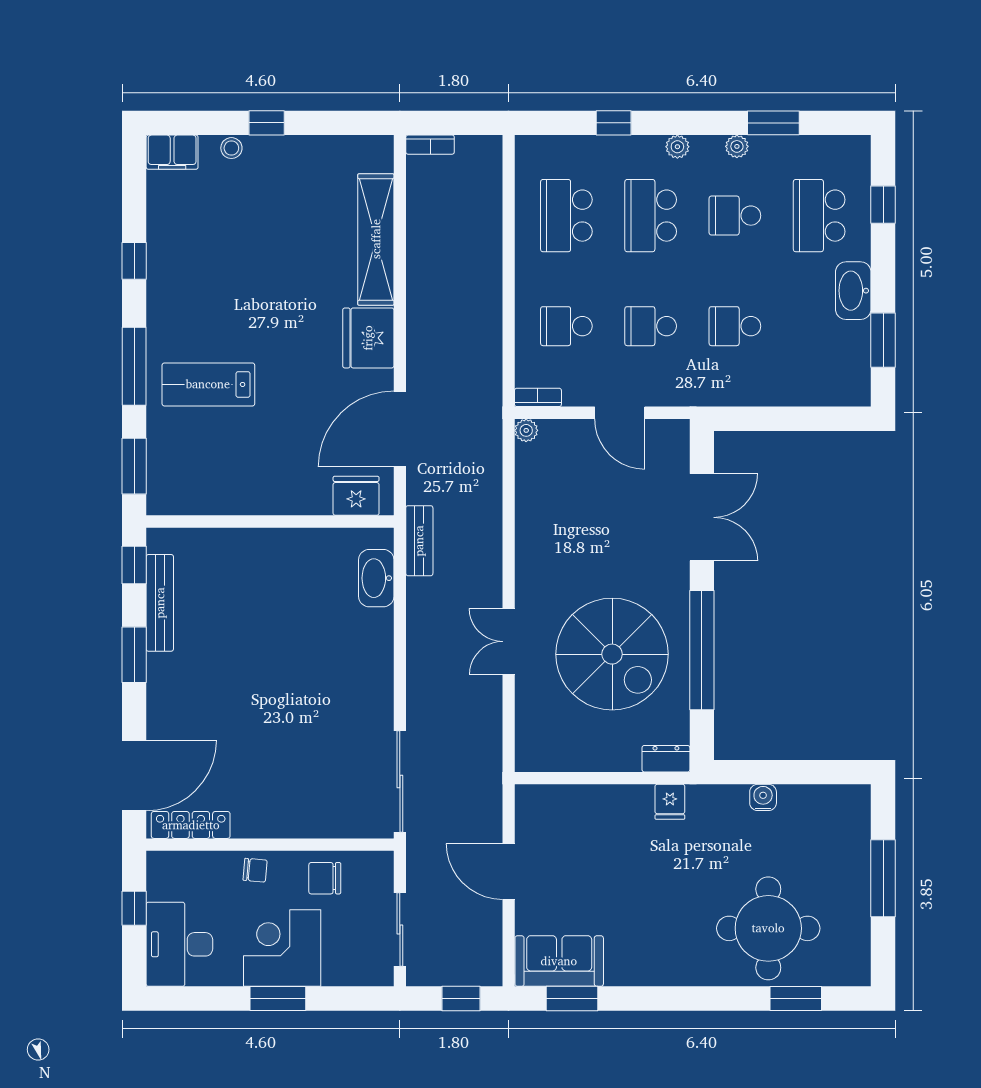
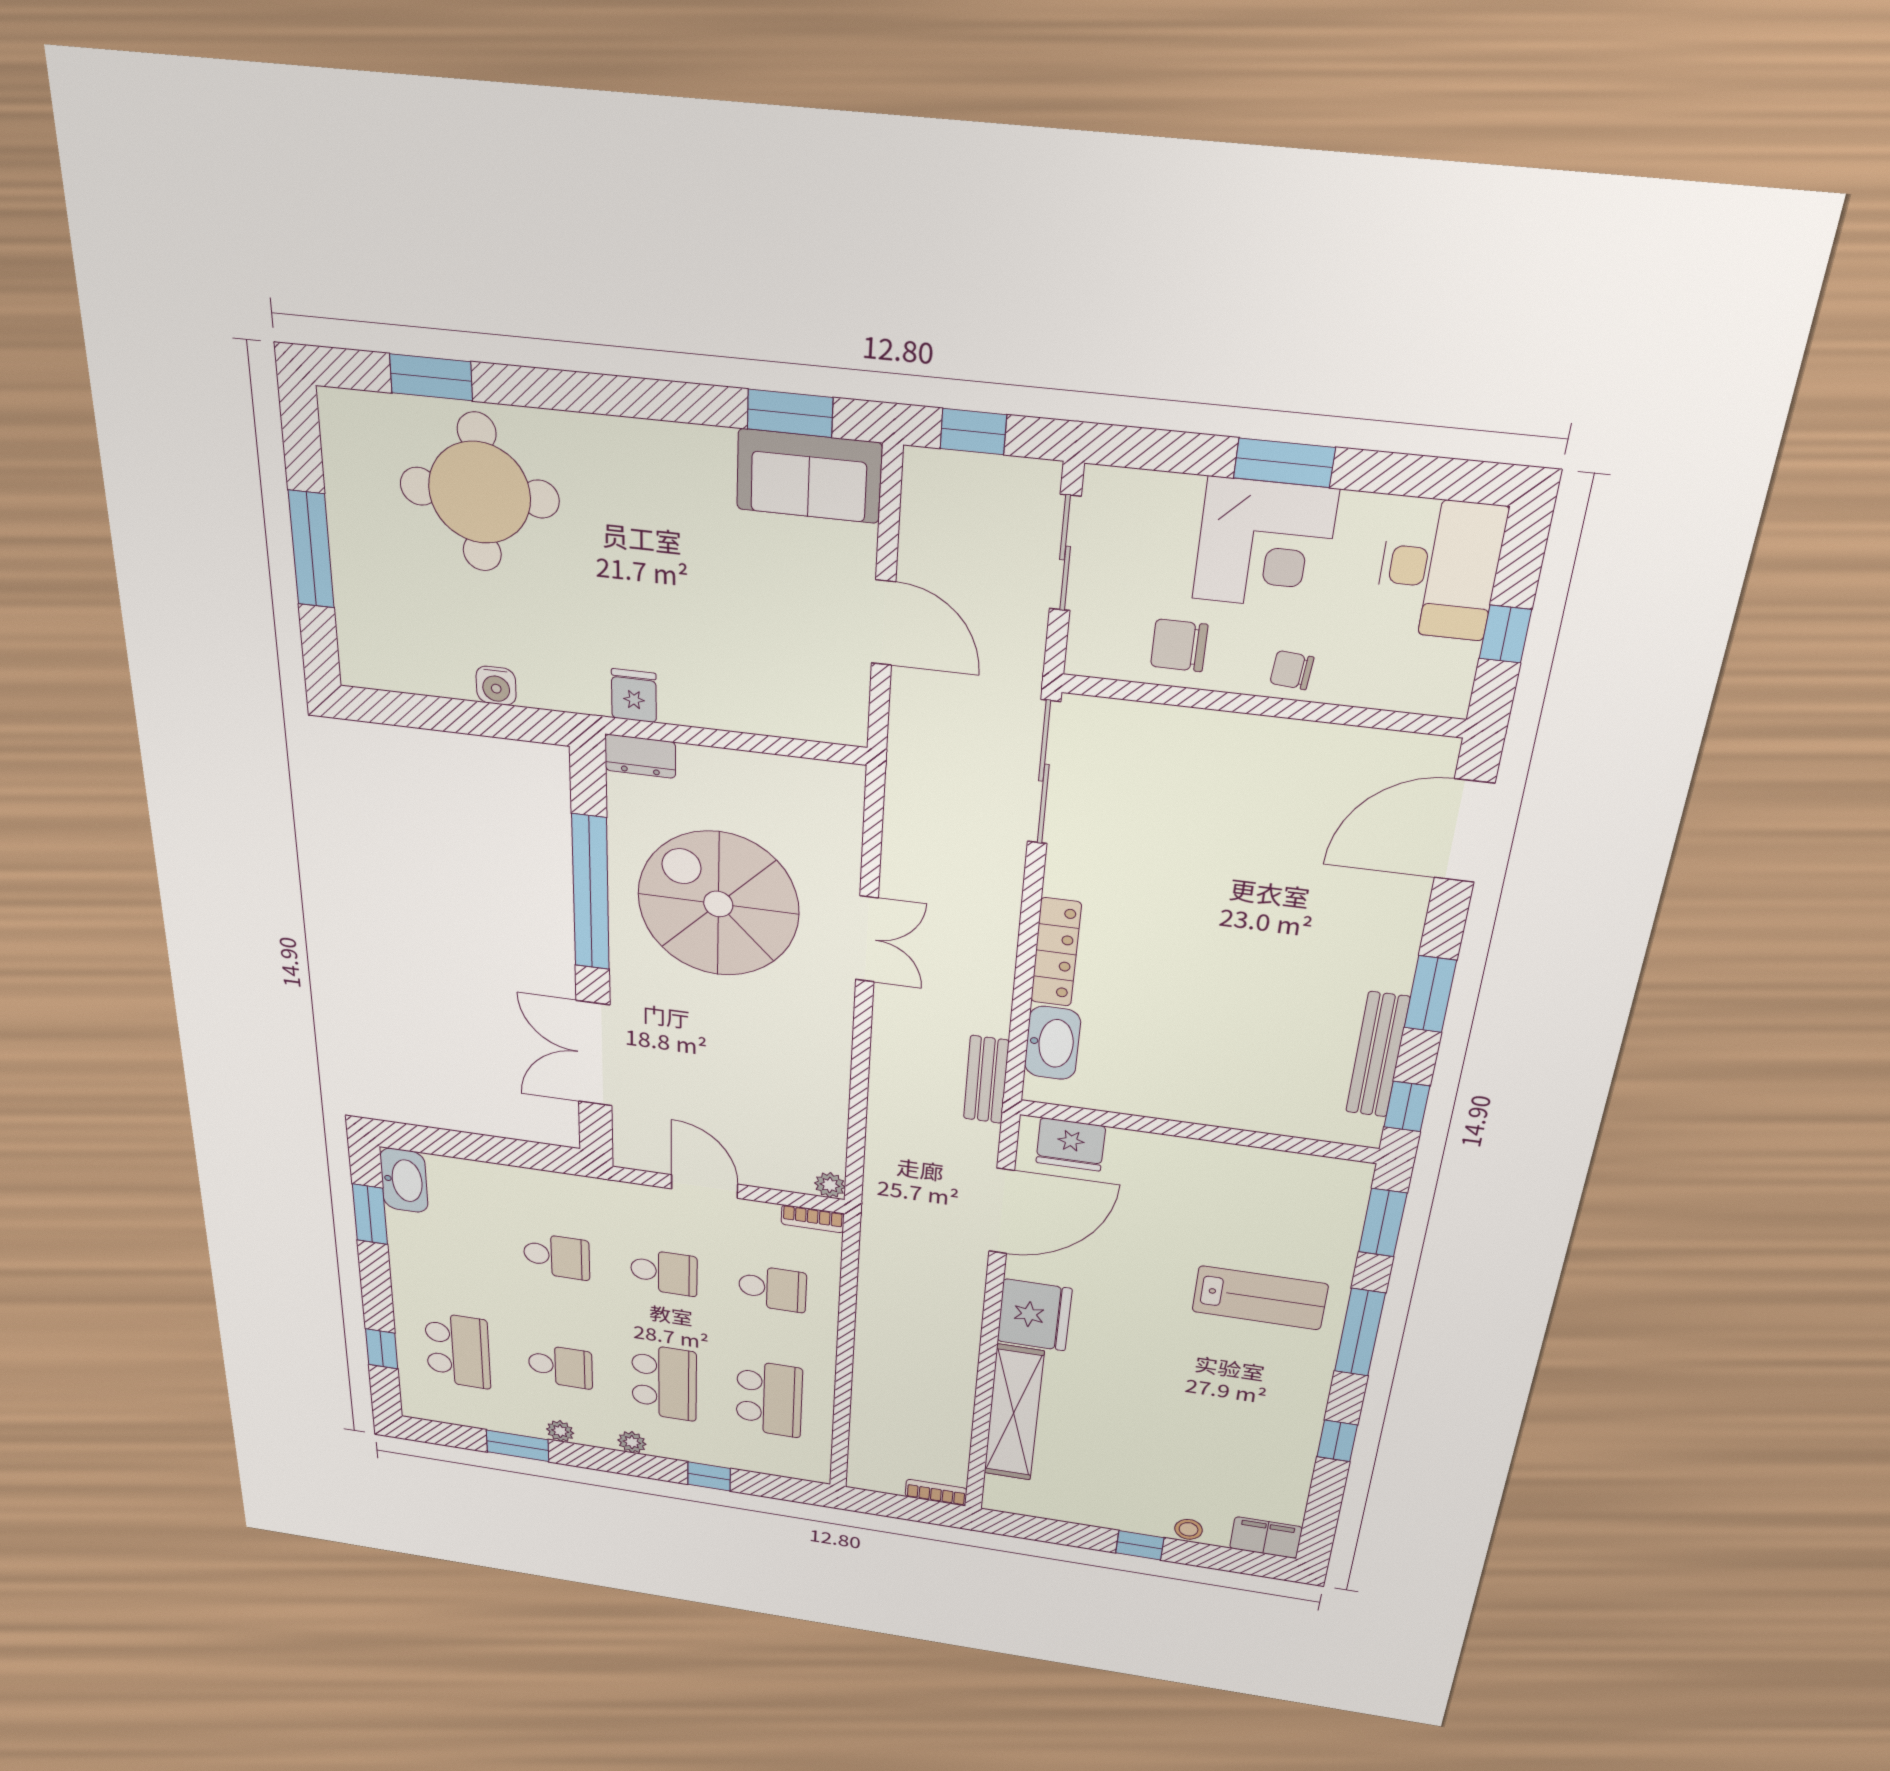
washbasin: (853, 291) -> (404, 1180), moved
locker: (191, 825) -> (1056, 952), moved, turned -90
chair: (325, 878) -> (1179, 645), turned 180

